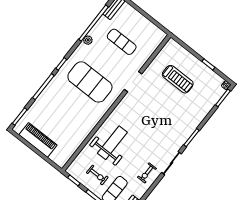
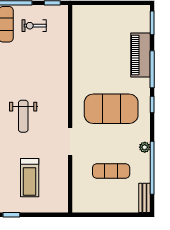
treadmill: (178, 79) -> (30, 178), turned -90
piano: (38, 140) -> (140, 55), moved, turned 90
weight bench: (112, 143) -> (23, 116), moved, width x0.73, depth x0.75

